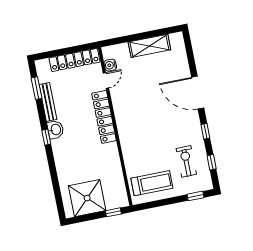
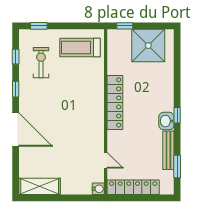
shelving: (149, 46) -> (40, 186), moved
water cooler: (110, 65) -> (98, 189), moved
door: (106, 80) -> (106, 160), swing flipped
locker: (104, 117) -> (115, 102), moved
exercise bike: (186, 161) -> (41, 63), turned 180

